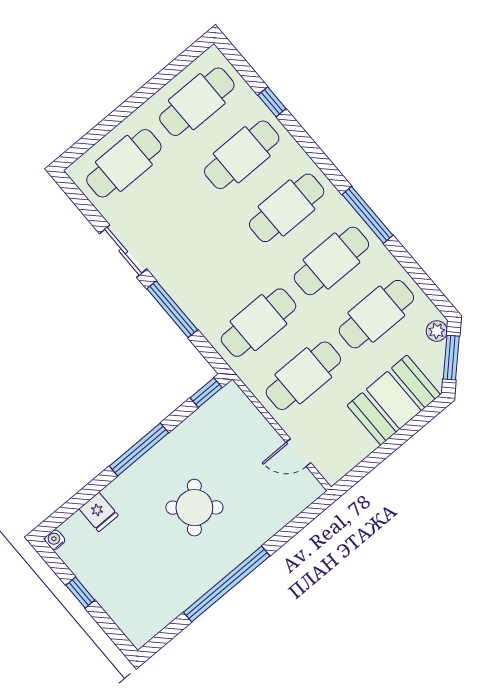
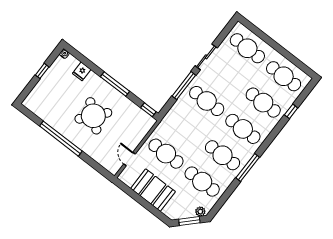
cafe table: (258, 323) -> (207, 101), moved
booth: (394, 400) -> (153, 190), moved
round table: (194, 508) -> (93, 116), width x1.36, depth x1.36

